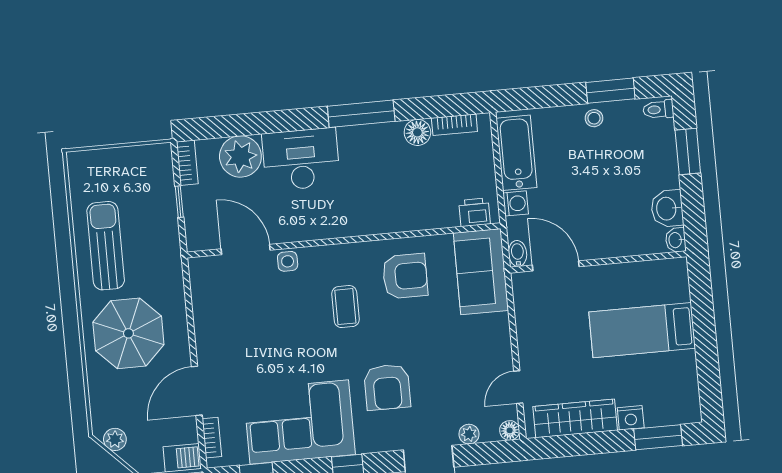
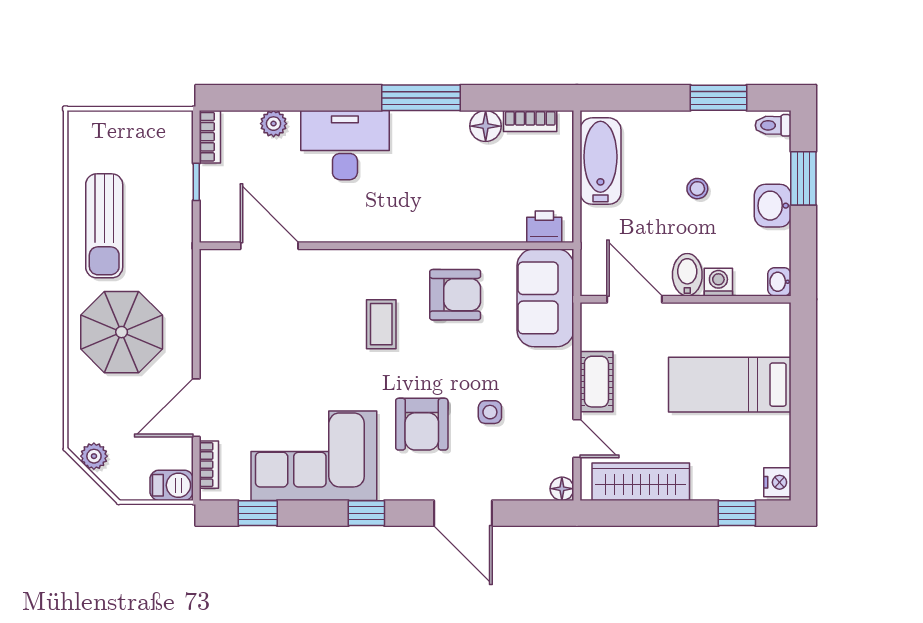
stool: (594, 118) -> (697, 189), moved
plant: (240, 156) -> (274, 124), width x0.53, depth x0.53
washing machine: (516, 203) -> (718, 282), moved, turned -90
washbasin: (667, 209) -> (773, 206), moved
sun lounger: (106, 246) -> (104, 226), turned 180
bidet: (518, 254) -> (687, 275), moved, width x1.38, depth x1.36
side table: (288, 261) -> (490, 412), moved
cot: (530, 338) -> (596, 382), added
door: (518, 387) -> (577, 438), swing flipped
nightstand: (631, 418) -> (777, 482), moved, turned -90
plant: (469, 434) -> (513, 489), removed
window: (658, 437) -> (737, 513), width x0.67

